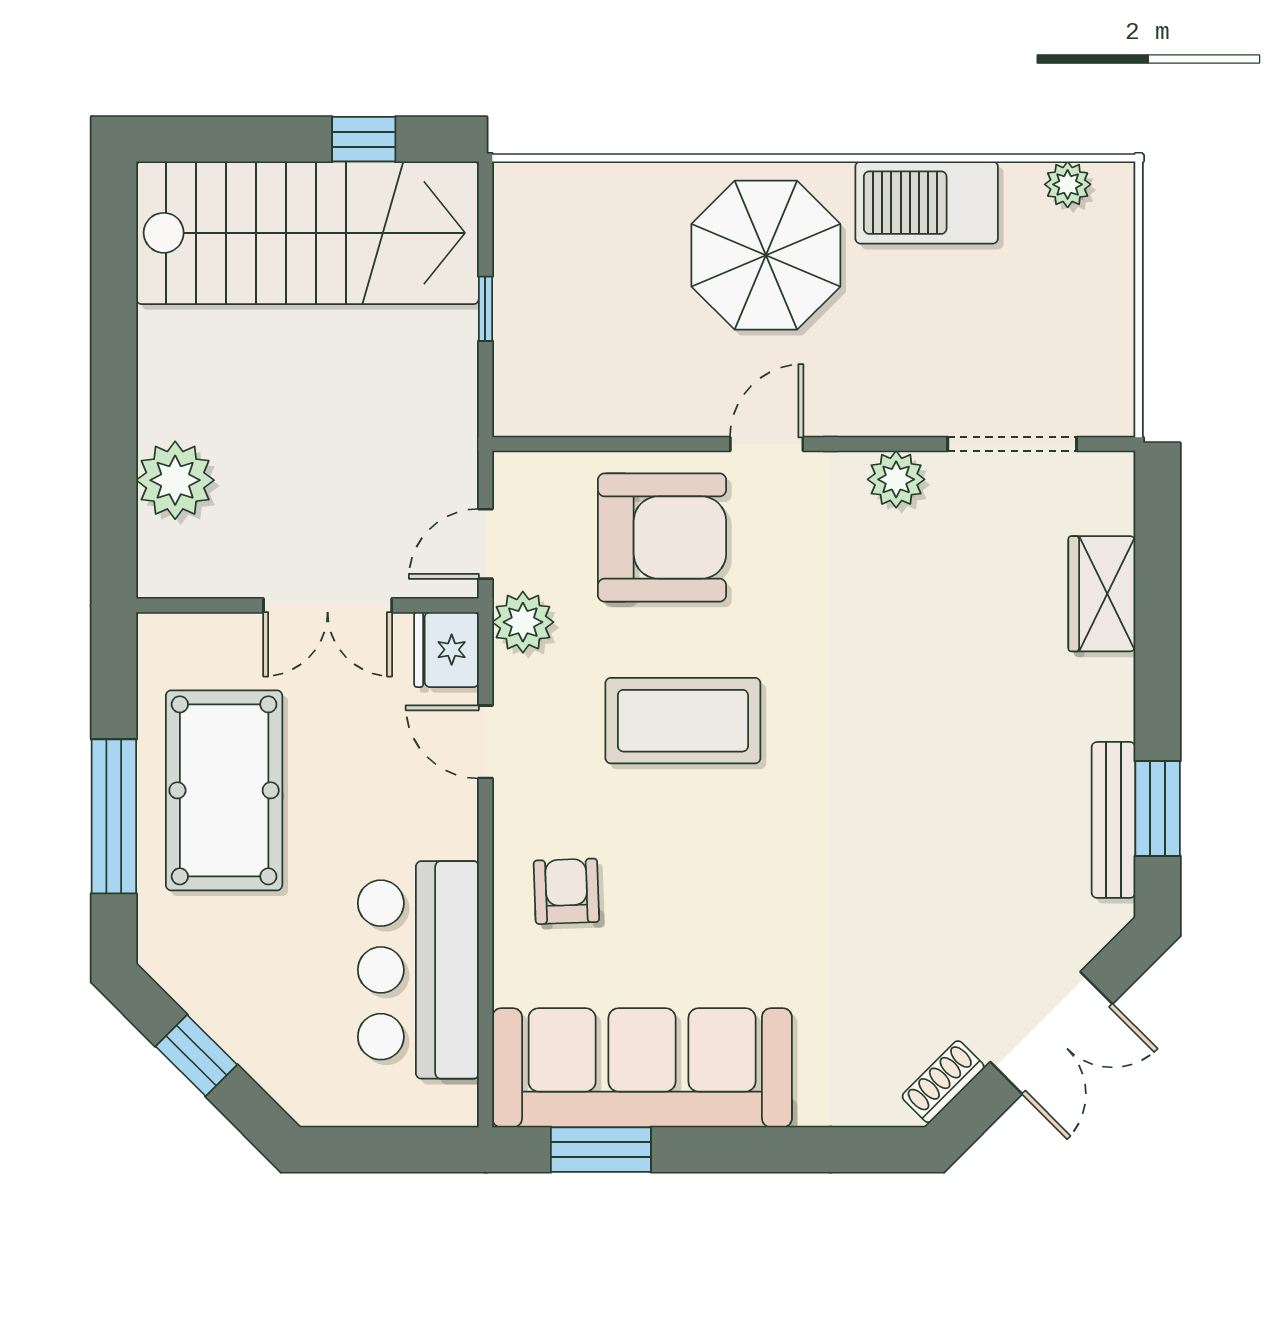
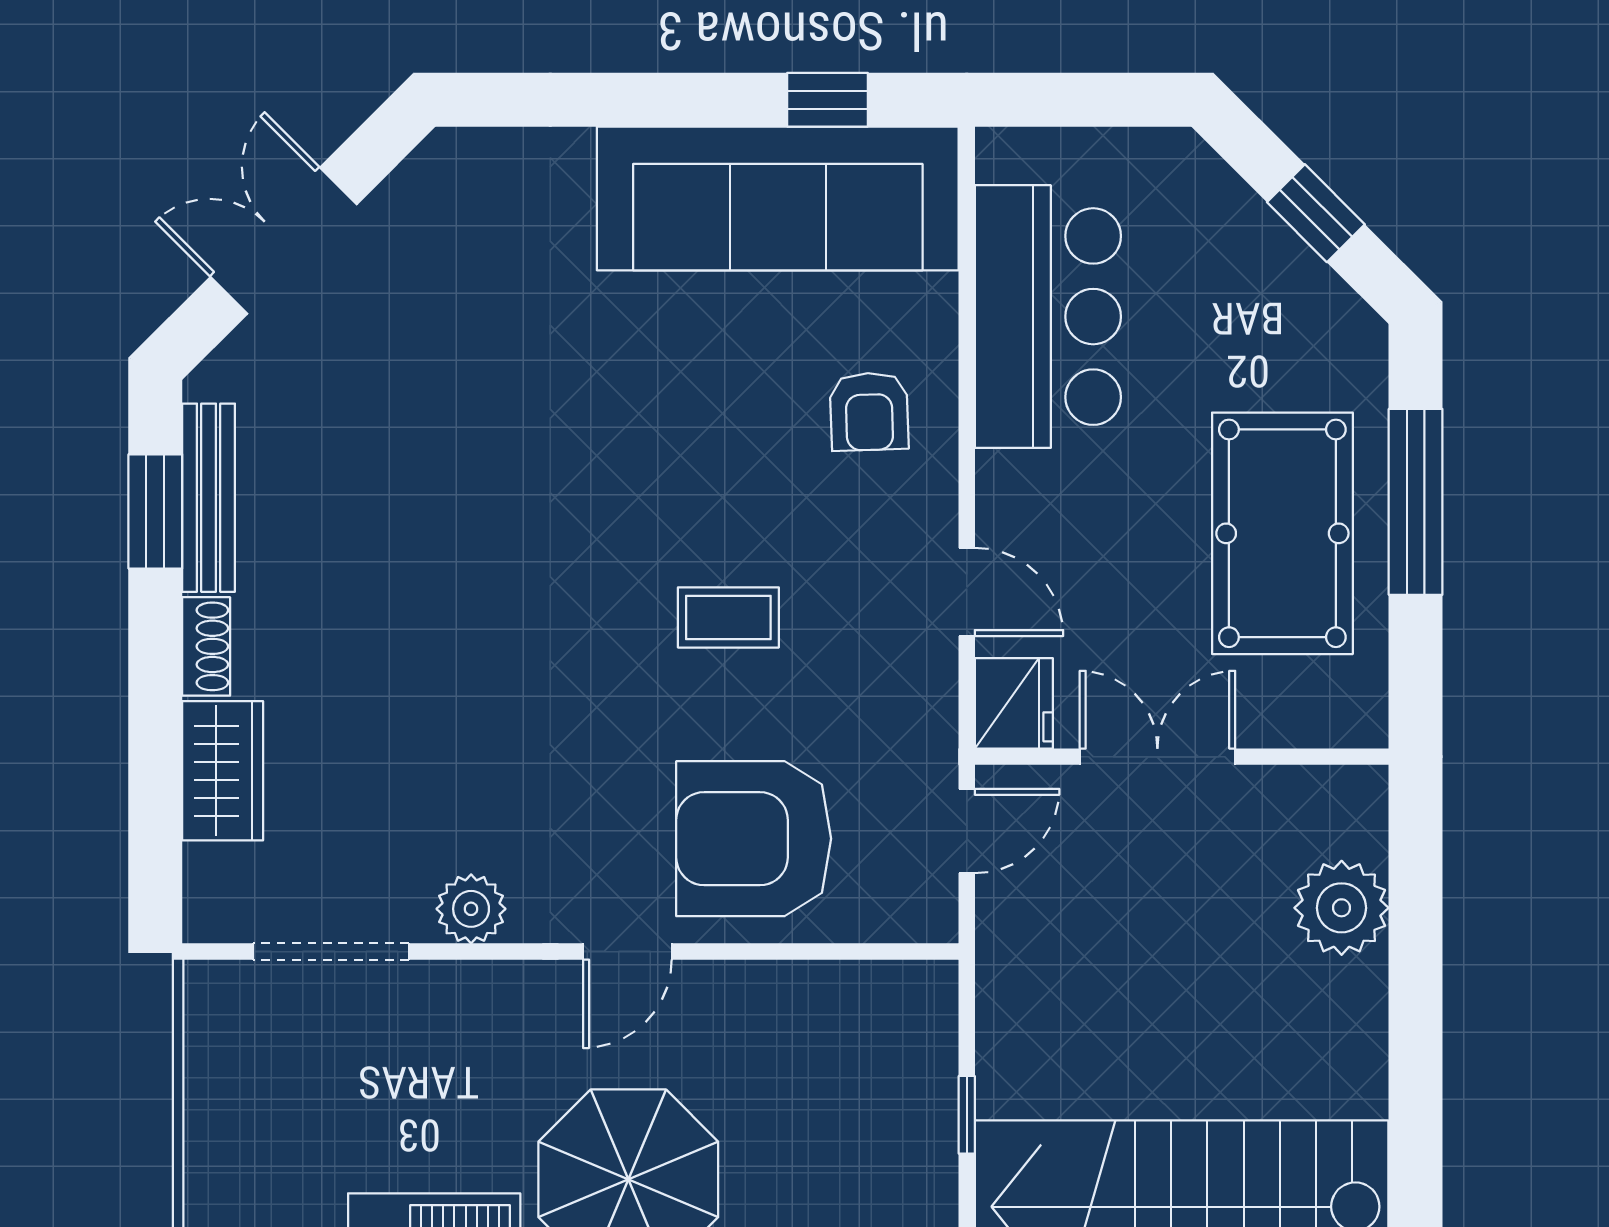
plant: (523, 622) -> (922, 736), removed
coffee table: (683, 721) -> (728, 617), width x0.54, depth x0.58
shoe rack: (943, 1082) -> (206, 646), moved, turned -45
window: (601, 1150) -> (827, 100), width x0.67

